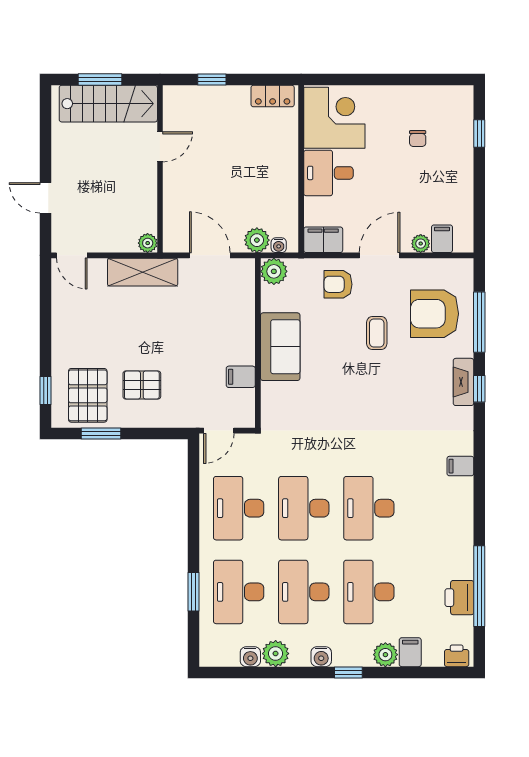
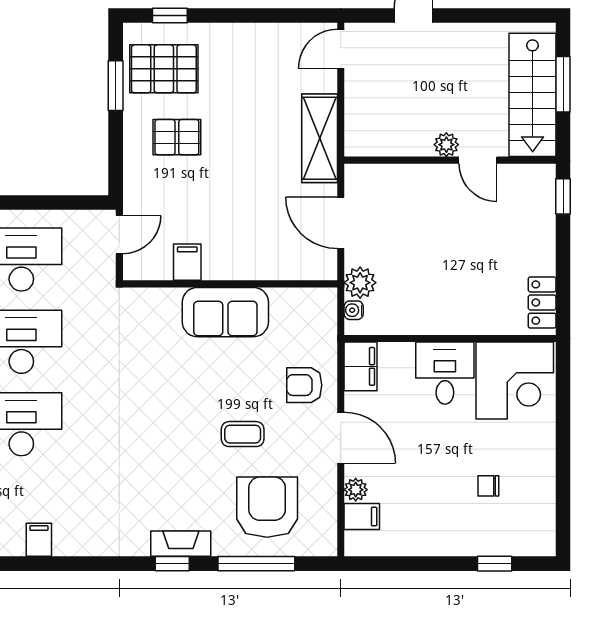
window: (212, 79) -> (563, 196), moved
plant: (148, 243) -> (446, 145), moved
door: (210, 255) -> (341, 223), swing flipped
plant: (274, 271) -> (321, 304), removed
armchair: (338, 284) -> (304, 385), turned -90
pallet: (142, 385) -> (177, 137), turned 90
door: (219, 431) -> (119, 235), swing flipped
filing cabinet: (460, 466) -> (39, 540), moved

